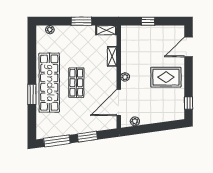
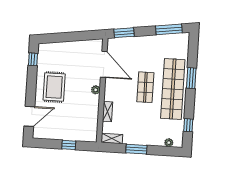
window: (32, 48) -> (188, 125), added
rug: (166, 77) -> (54, 87), turned 90
door: (119, 103) -> (104, 64), hinge flipped
plant: (135, 121) -> (89, 44), removed
window: (87, 137) -> (124, 33), moved

